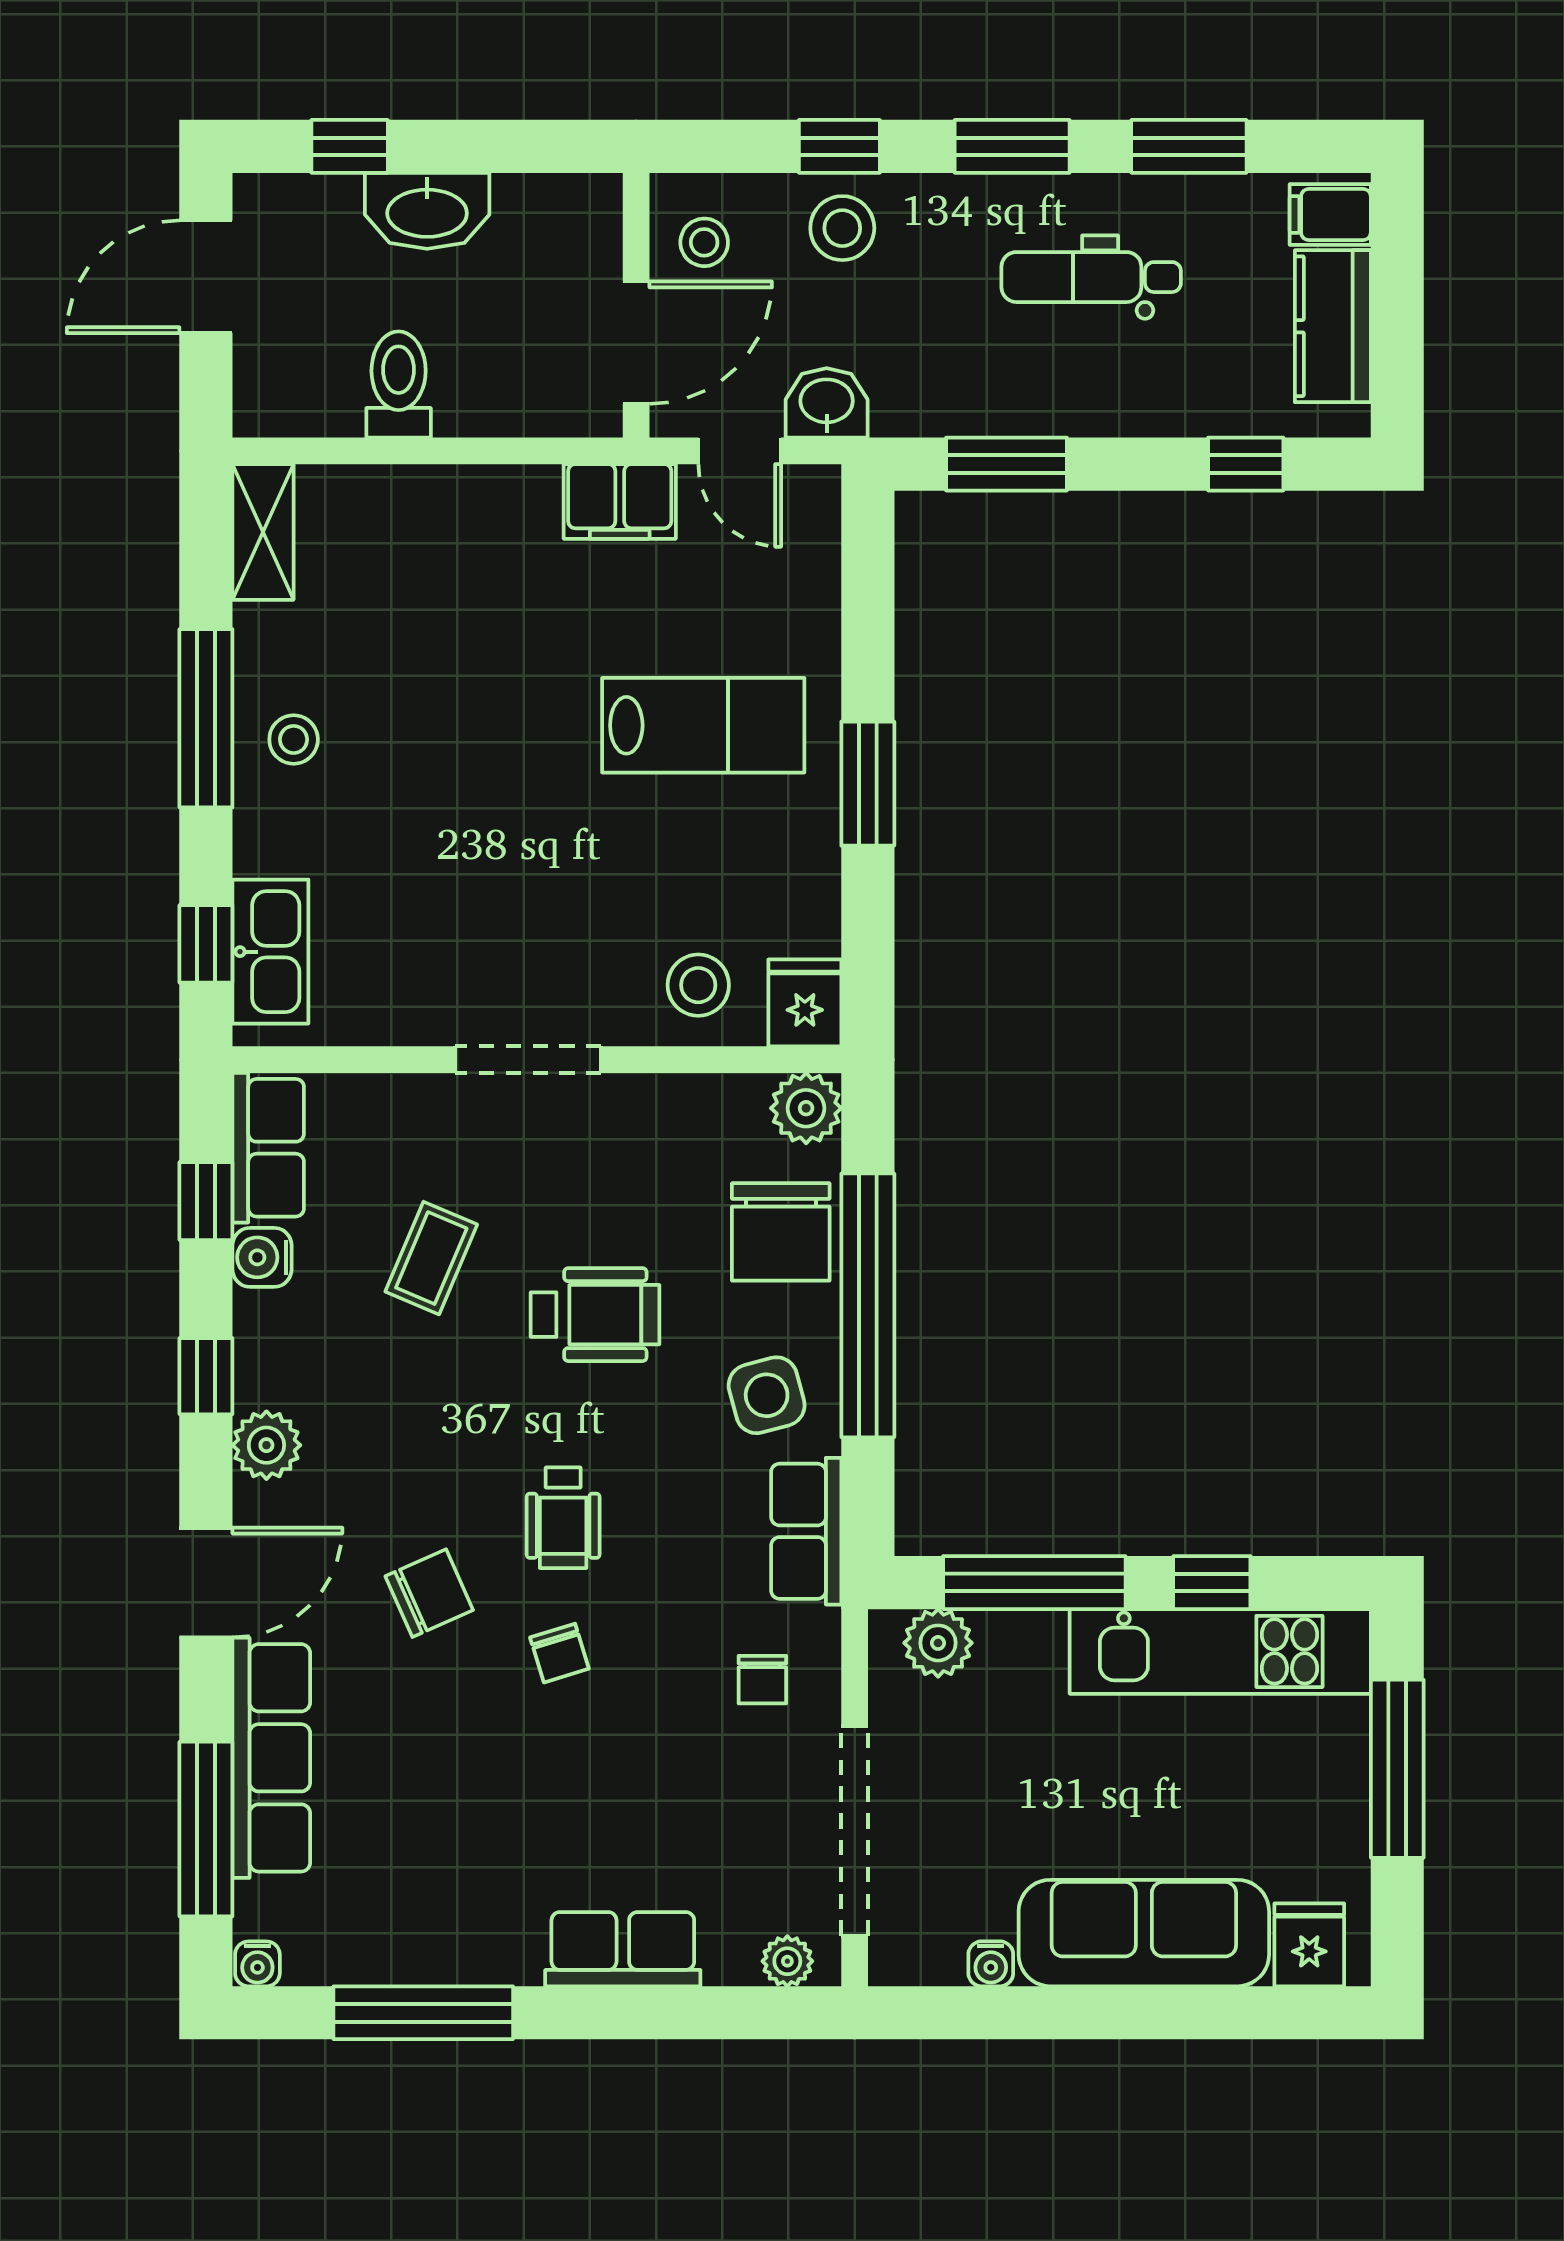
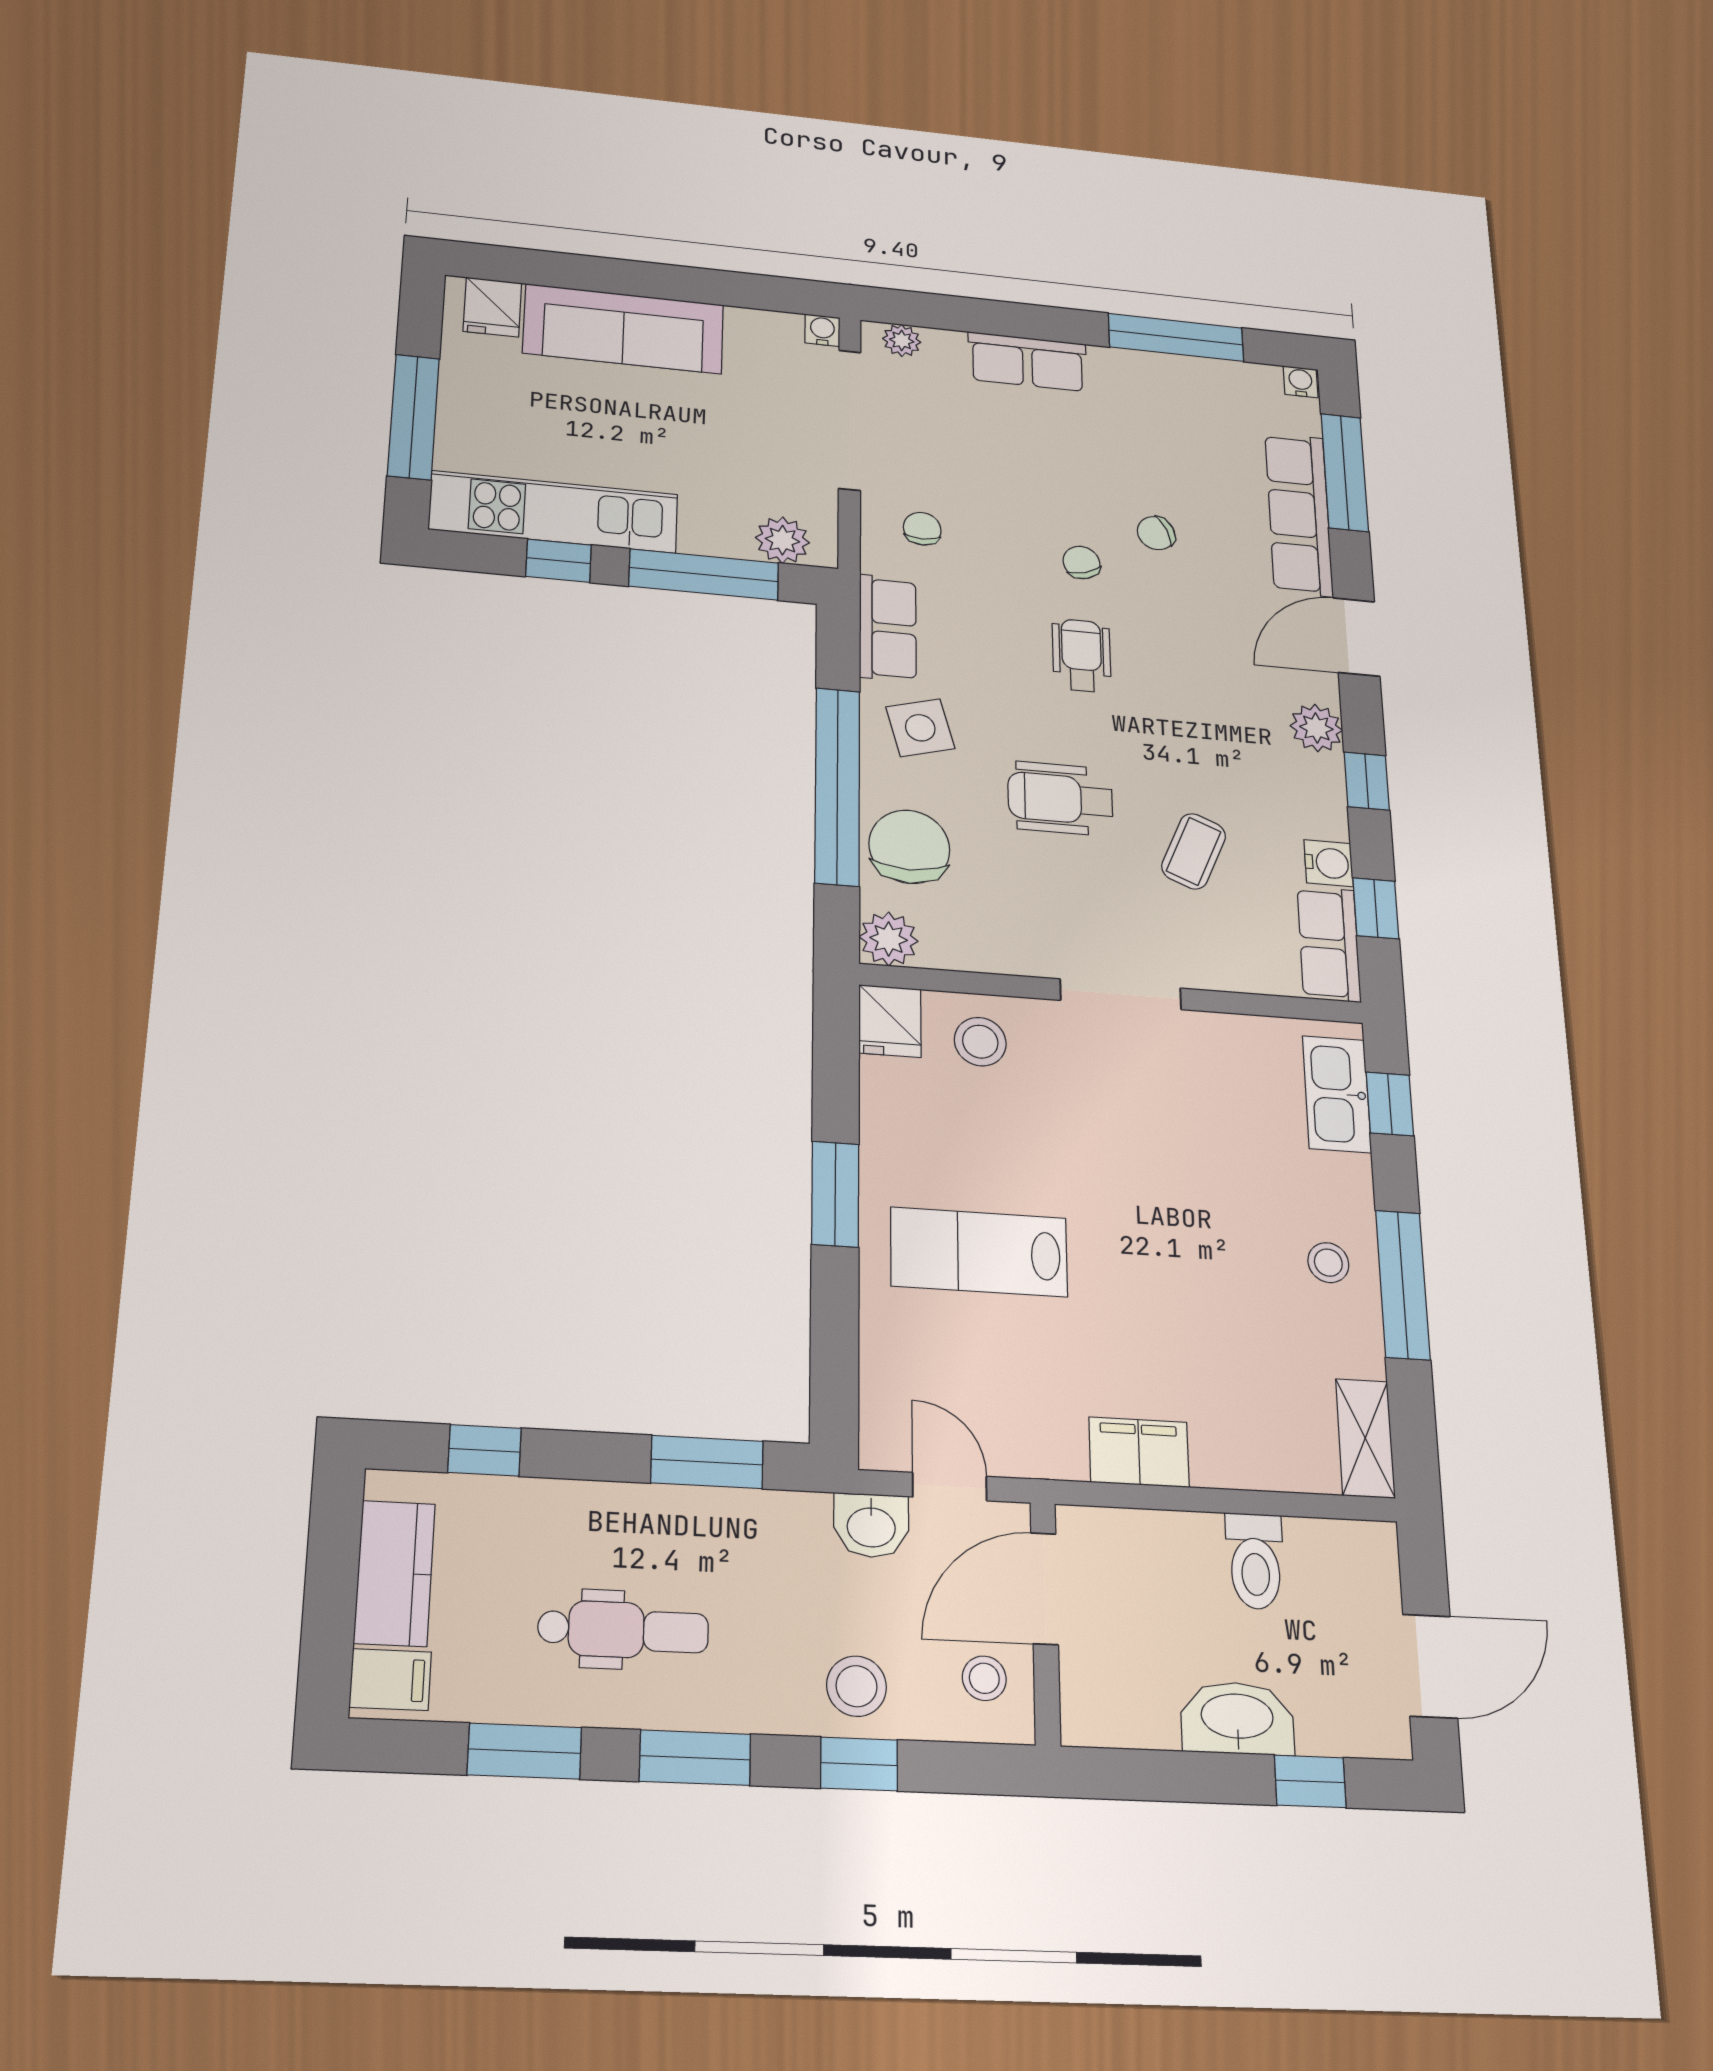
filing cabinet: (620, 501) -> (1139, 1452), moved
chair: (429, 1593) -> (1156, 533), moved, width x0.73, depth x0.73
water cooler: (991, 1964) -> (822, 330), moved

